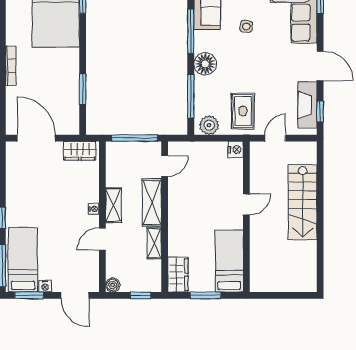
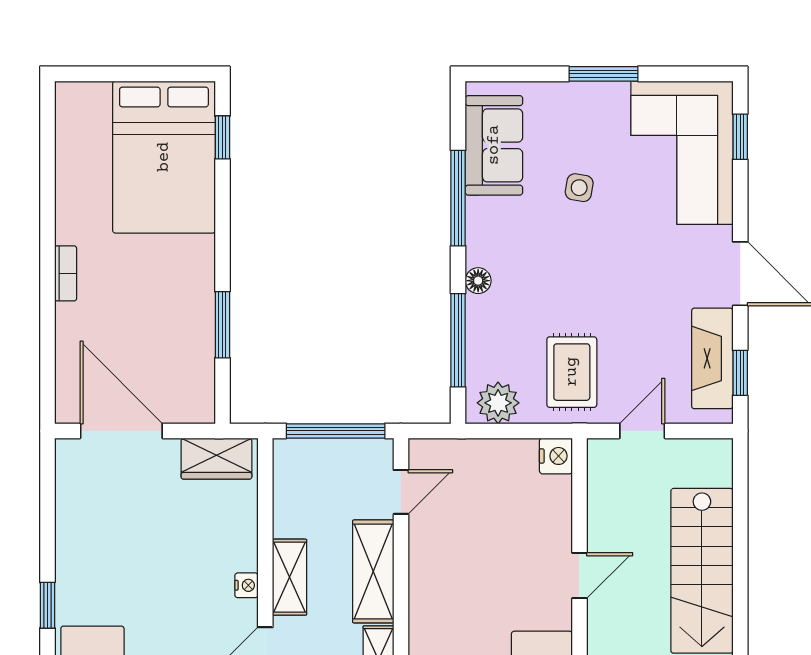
floor lamp: (205, 64) -> (478, 281), width x0.53, depth x0.53
bookcase: (11, 66) -> (66, 273), width x0.64

